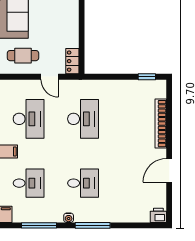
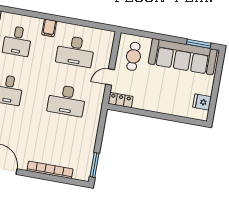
window: (147, 77) -> (94, 165), width x1.50

